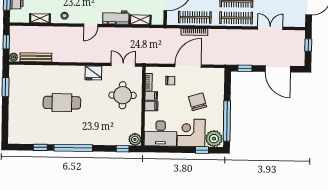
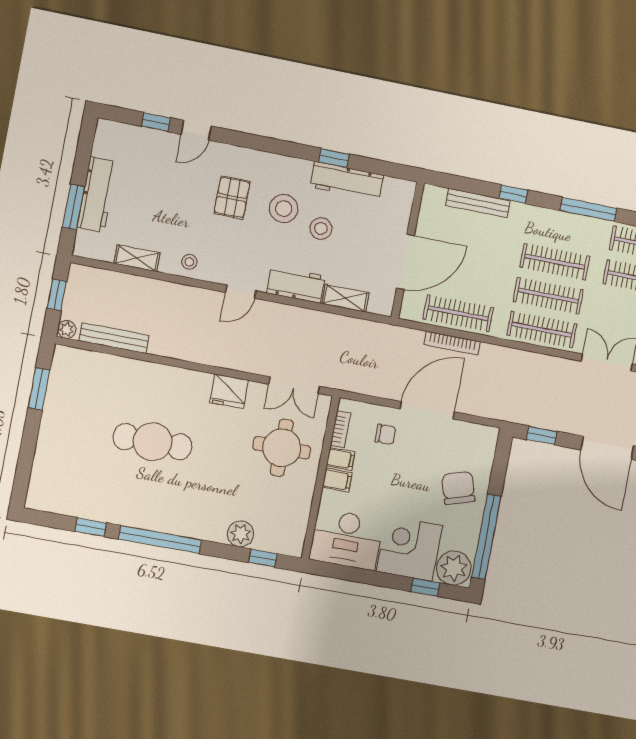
double door: (123, 65) -> (294, 385), swing flipped
chair: (197, 102) -> (458, 488), moved
plant: (135, 139) -> (241, 534), moved

